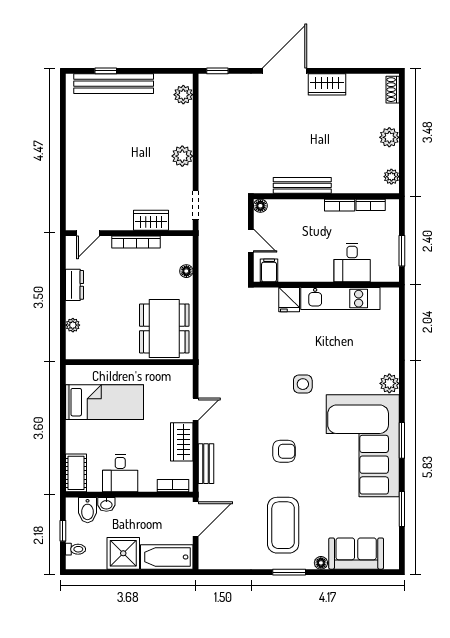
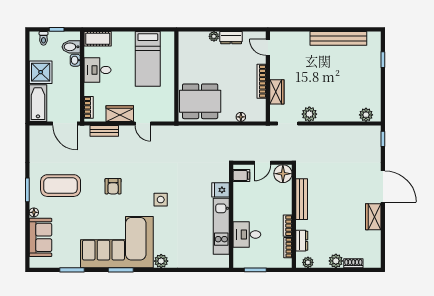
bench: (114, 84) -> (338, 38), moved, turned 90
shoe rack: (393, 90) -> (353, 263), moved
plant: (182, 156) -> (309, 114), moved
dresser: (361, 185) -> (302, 241), added
floor lamp: (260, 206) -> (283, 174), width x1.89, depth x1.89
plant: (73, 325) -> (214, 36), moved

